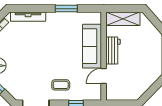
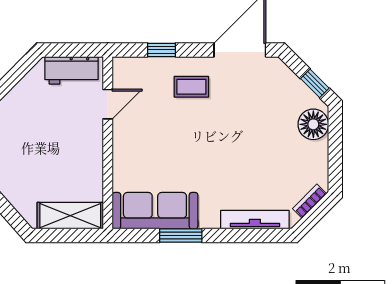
sofa: (92, 46) -> (155, 211), moved, turned -90
workbench: (113, 50) -> (71, 70), moved, turned -90

